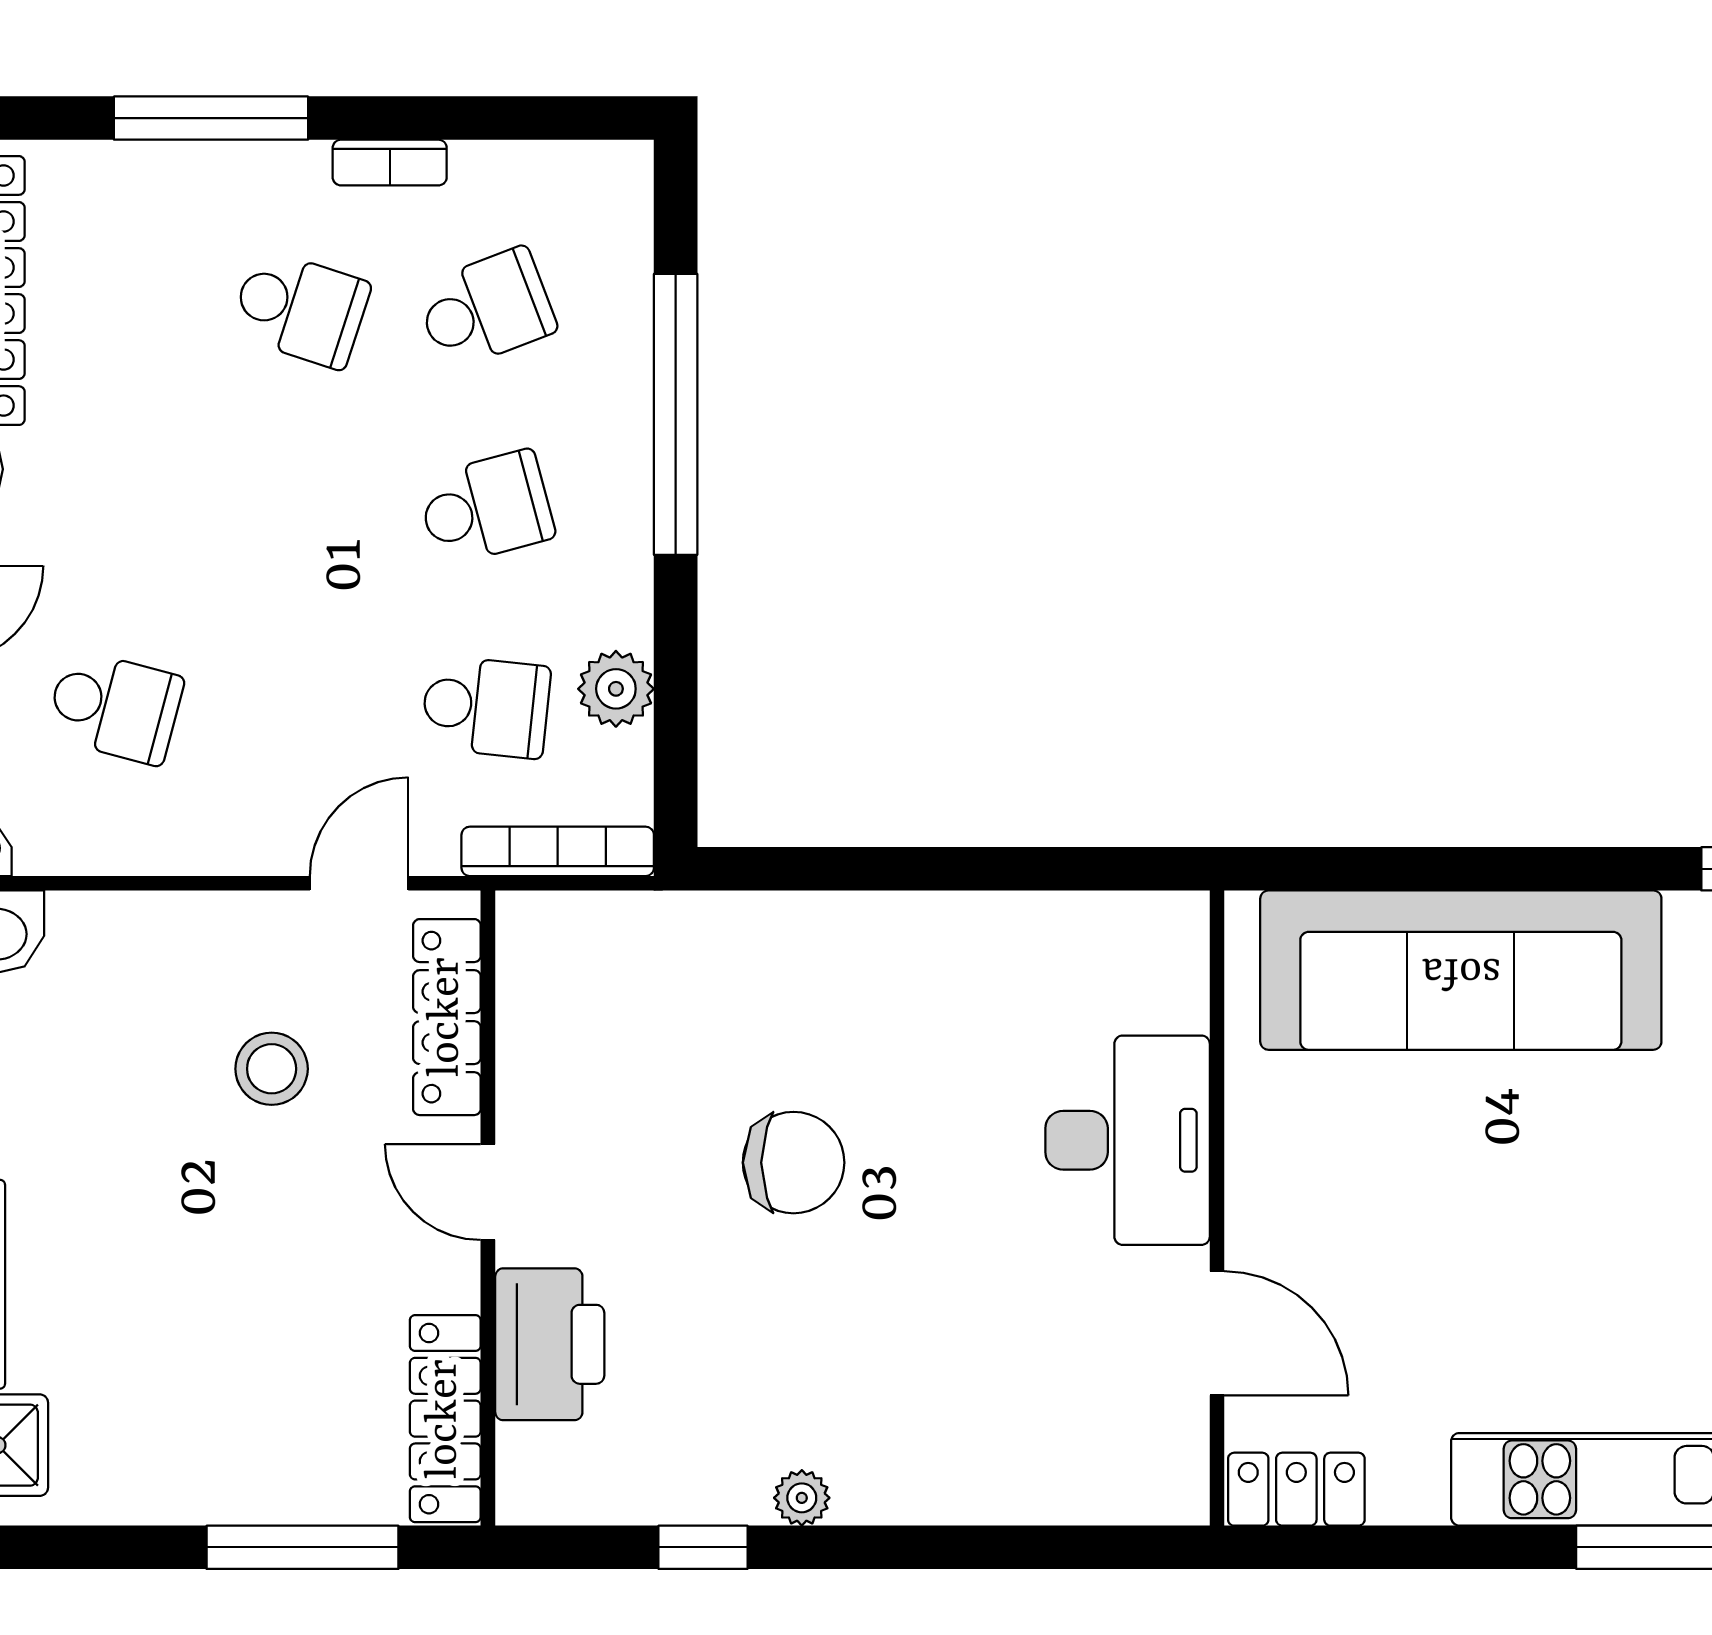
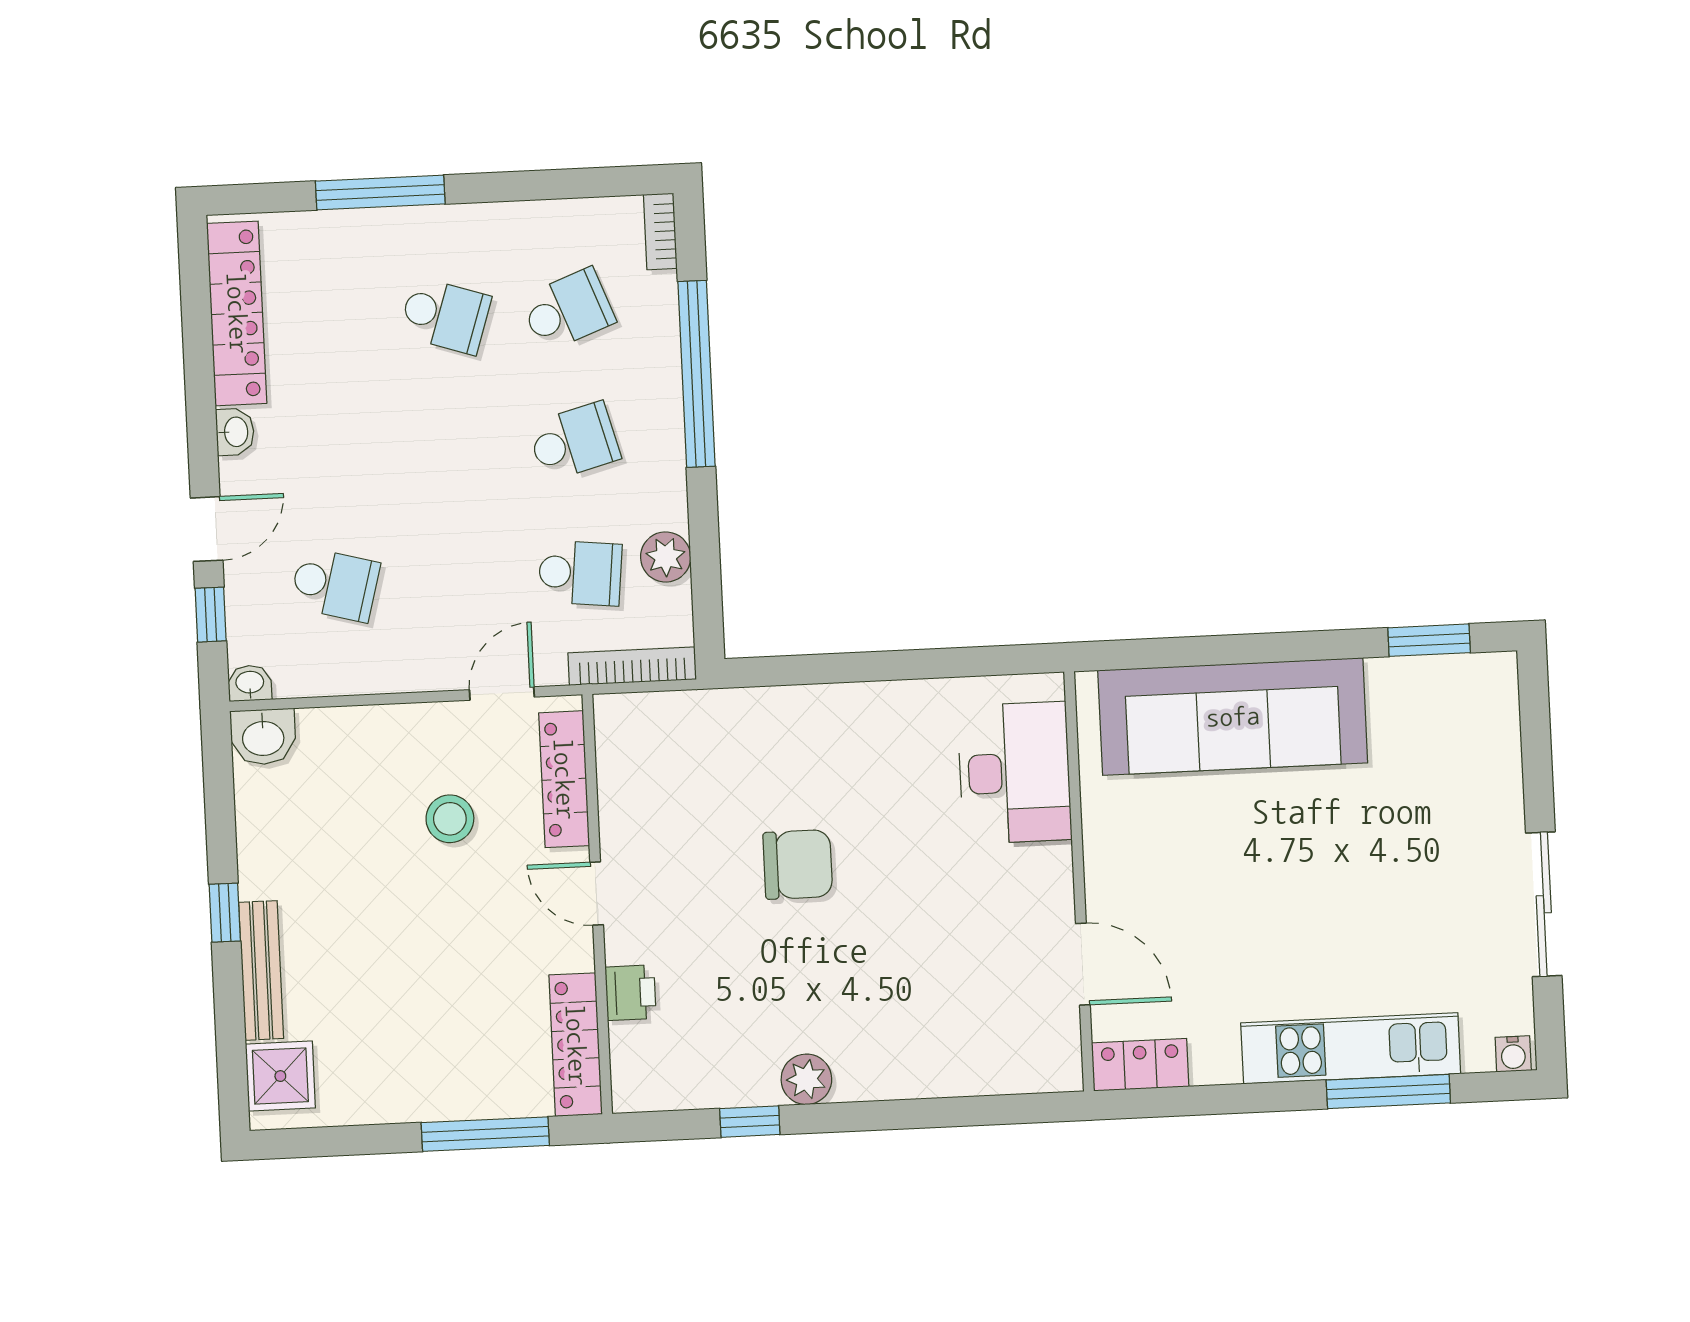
bookcase: (390, 163) -> (660, 231), moved, turned 90
desk: (1128, 1140) -> (1015, 773), moved
printer: (550, 1344) -> (631, 993), width x0.53, depth x0.68
plant: (802, 1498) -> (806, 1079), width x1.38, depth x1.38

